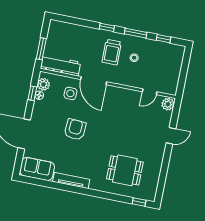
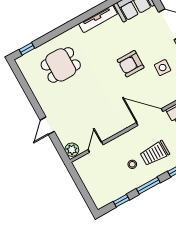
trolley: (112, 52) -> (155, 153), turned -90
side table: (70, 93) -> (163, 68), moved
armchair: (75, 129) -> (131, 64), turned 86

